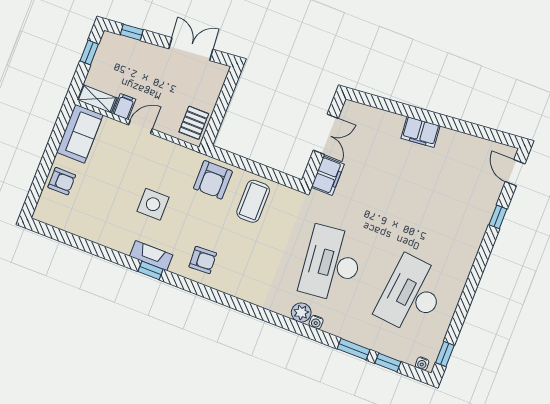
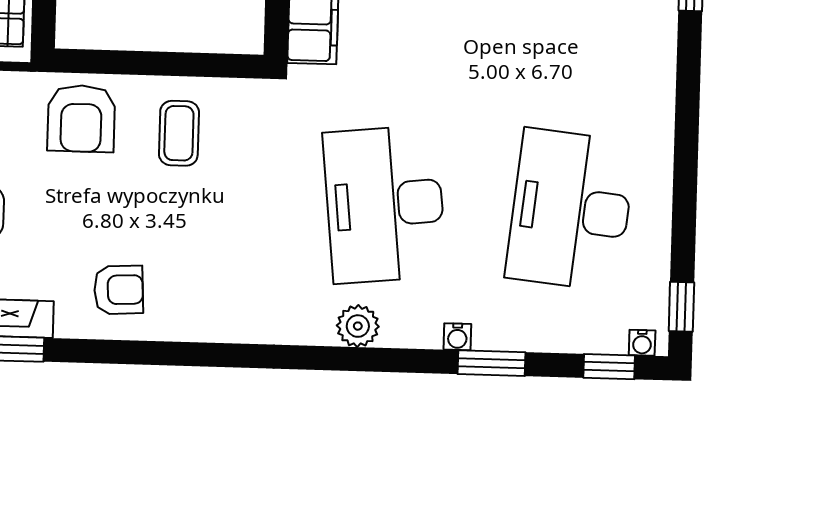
coffee table: (253, 201) -> (179, 133), width x0.73, depth x0.77
water cooler: (316, 322) -> (457, 337), moved
window: (388, 363) -> (609, 367), moved

